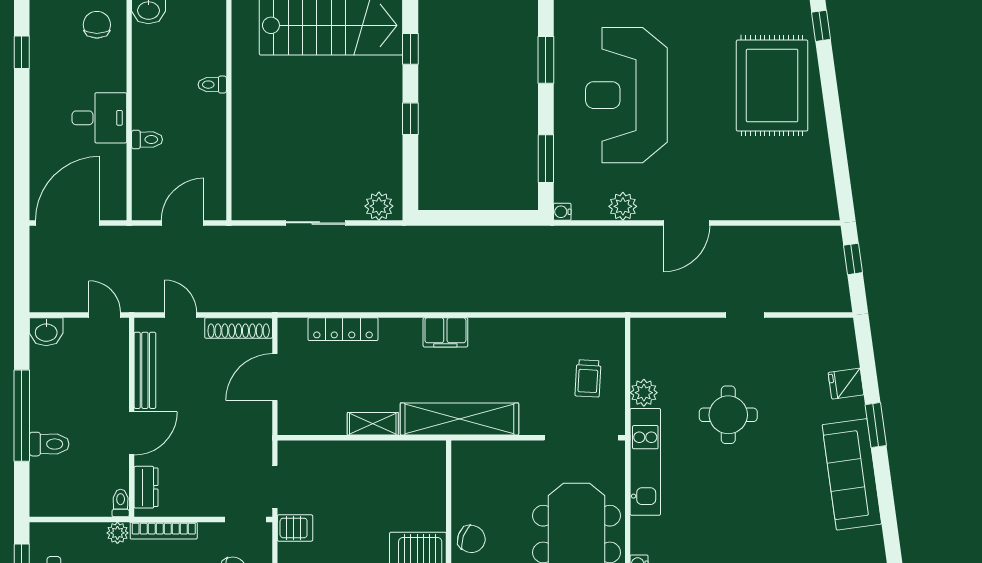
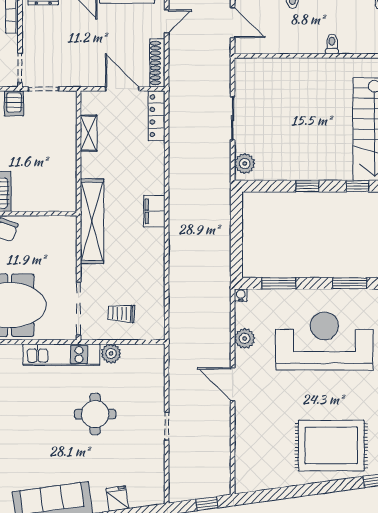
locker: (343, 329) -> (157, 116), moved
shelving: (373, 424) -> (89, 133), moved

